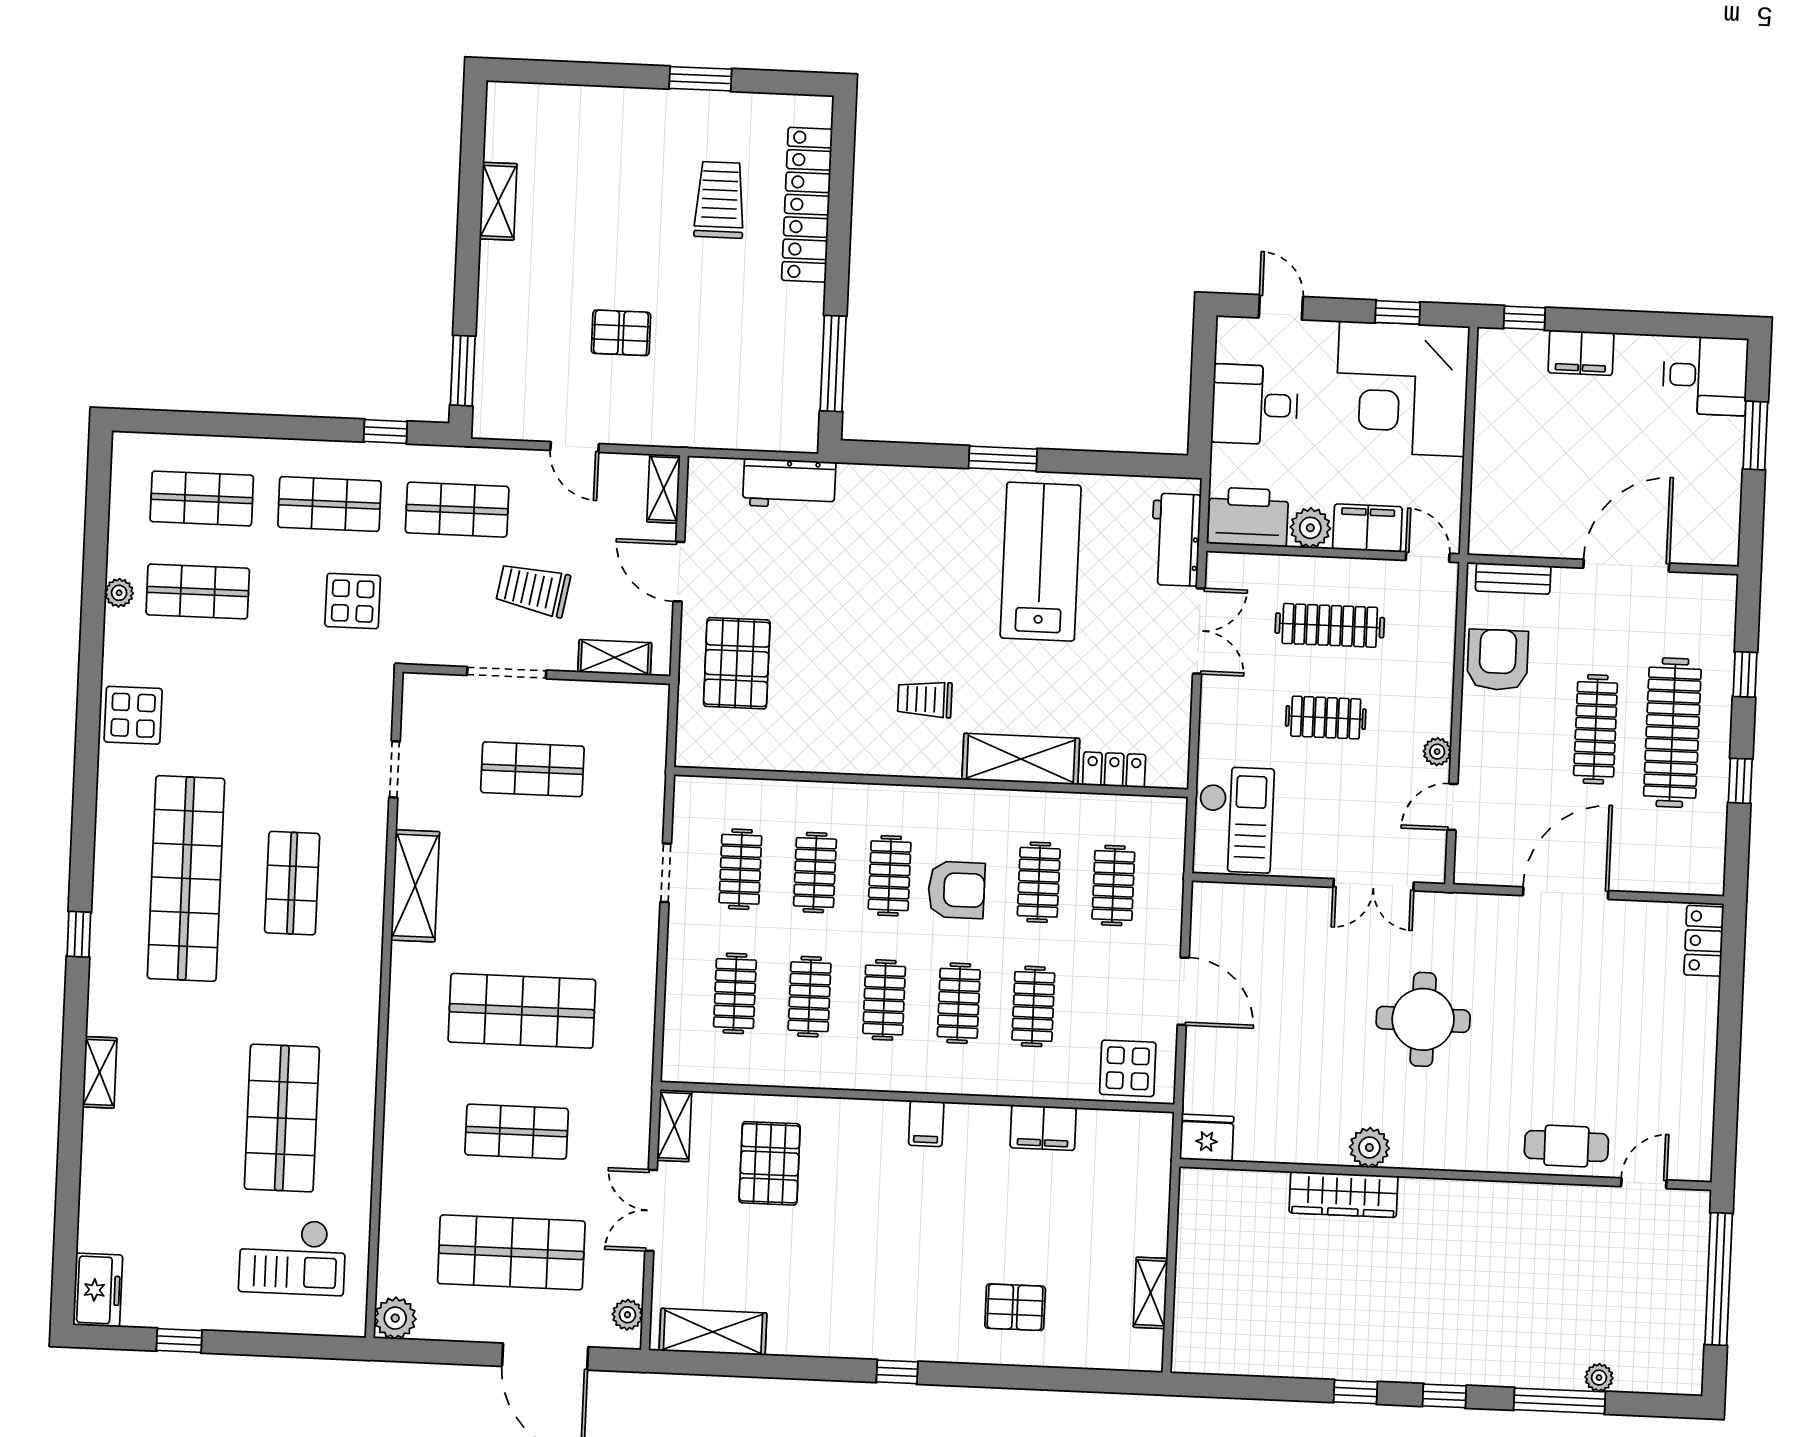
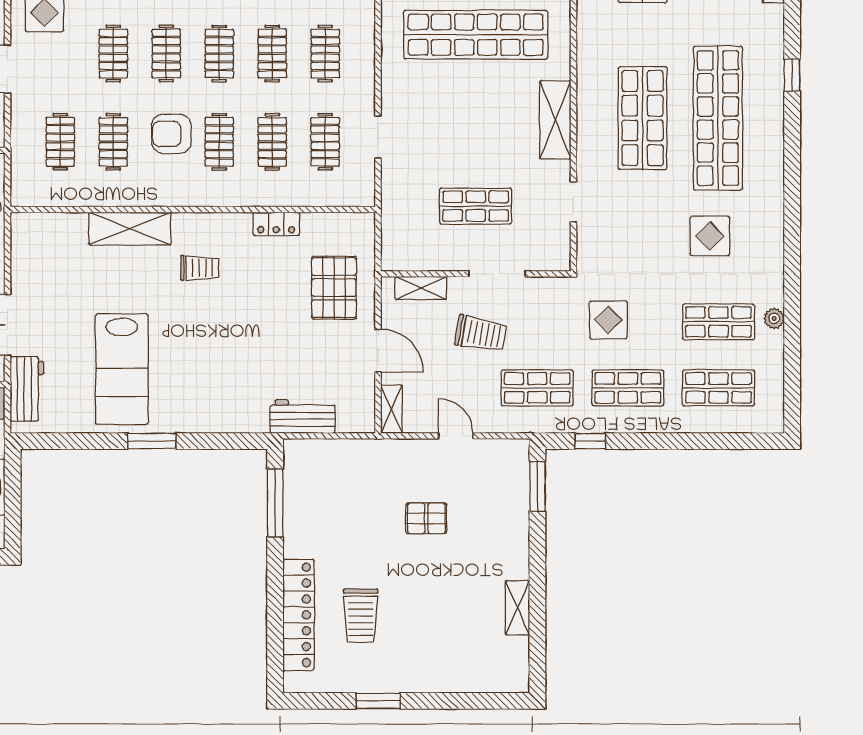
display table: (133, 715) -> (710, 236), moved
locker: (1114, 770) -> (276, 224), moved
shop shelf: (292, 883) -> (643, 118), width x1.43, depth x1.36
shop shelf: (522, 1011) -> (476, 35), width x1.40

